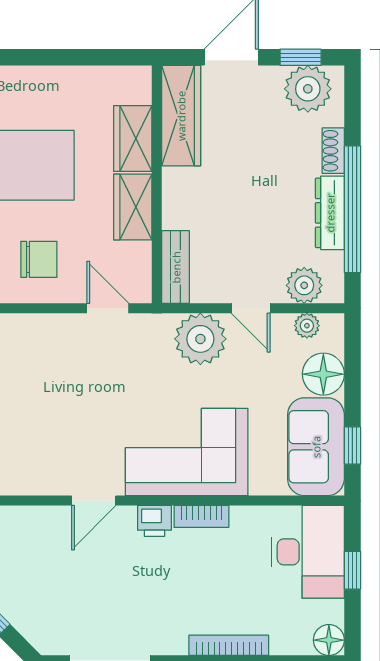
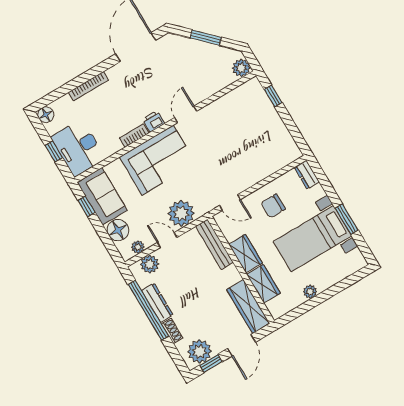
plant: (62, 79) -> (310, 292), added
bench: (176, 267) -> (214, 244), width x1.36

